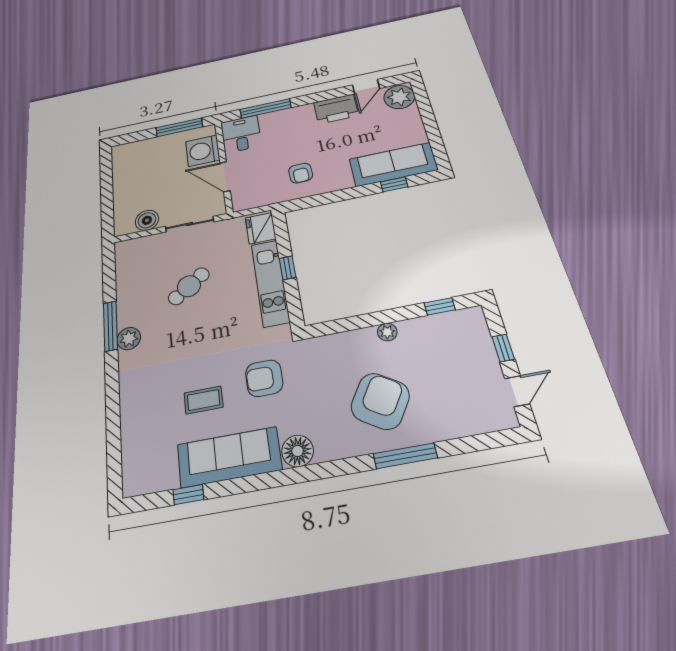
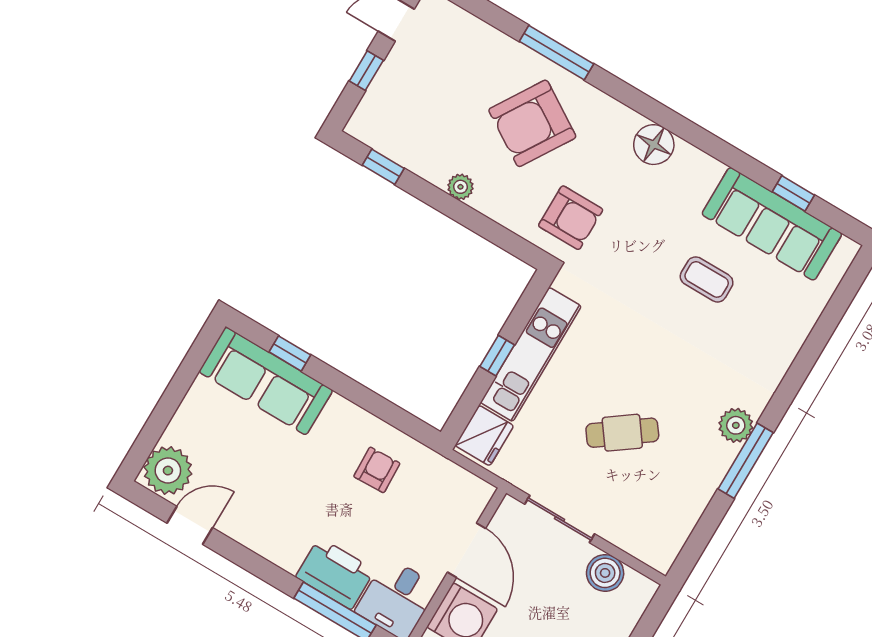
printer: (336, 109) -> (335, 573), moved
armchair: (264, 378) -> (571, 218), moved
sofa: (229, 457) -> (772, 224), moved

